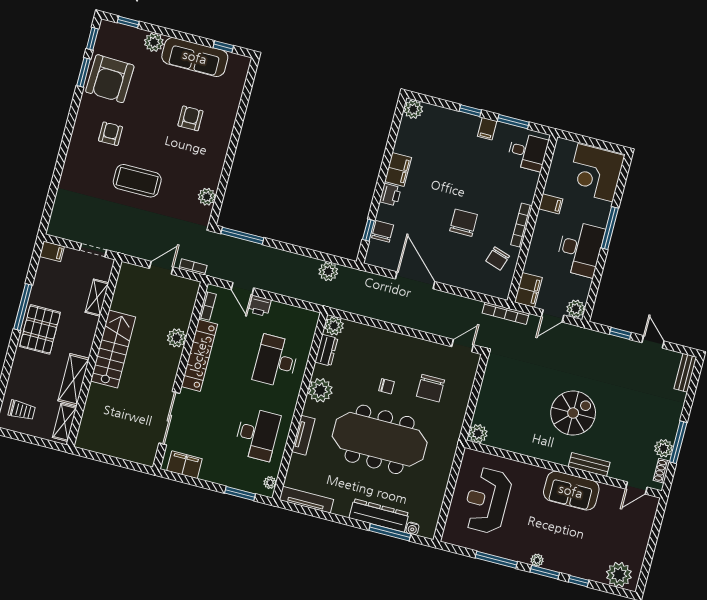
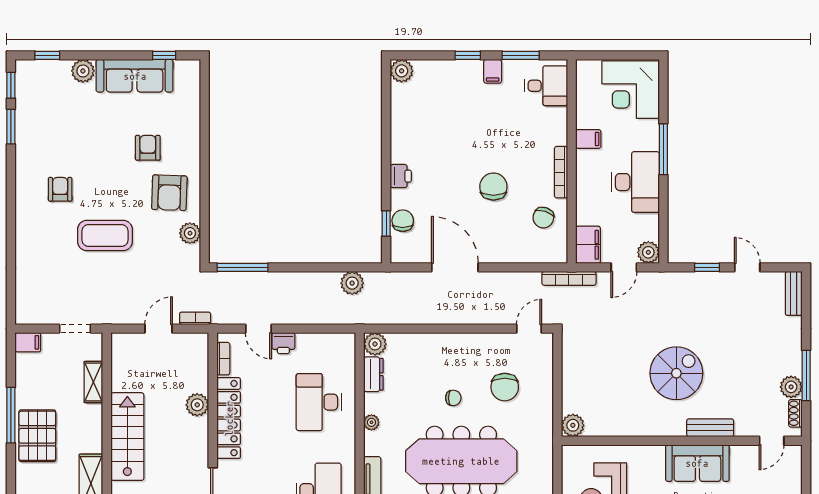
armchair: (110, 79) -> (169, 193), moved, width x0.73, depth x0.73
filing cabinet: (398, 170) -> (402, 145), removed
plant: (320, 390) -> (371, 422), width x0.53, depth x0.53

